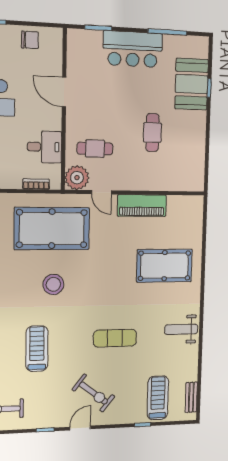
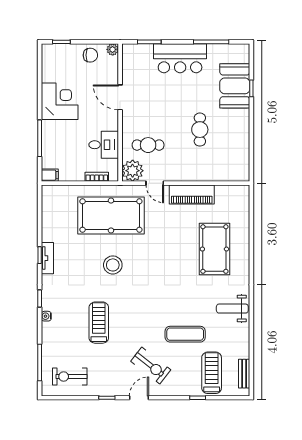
plant: (56, 34) -> (113, 49), added
pool table: (164, 266) -> (214, 249), turned 90
exercise mat: (115, 338) -> (185, 334), moved

